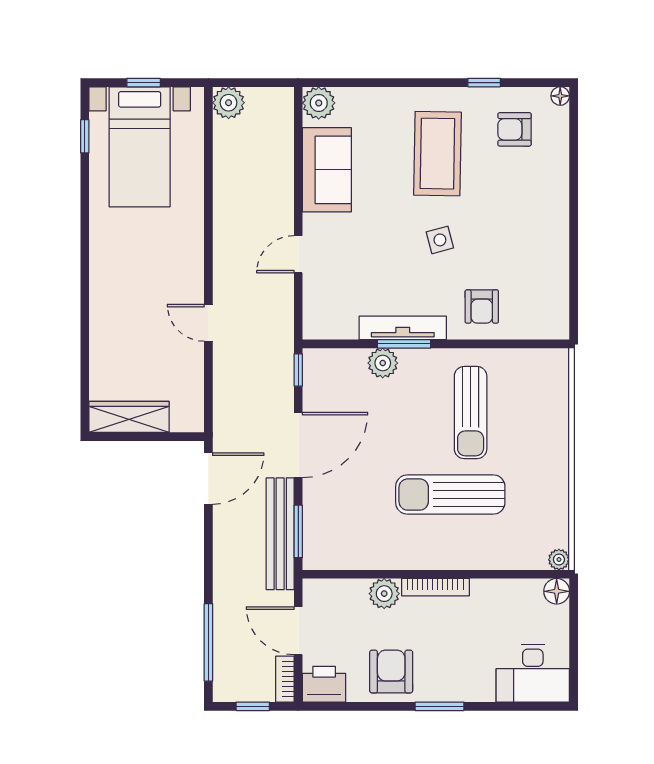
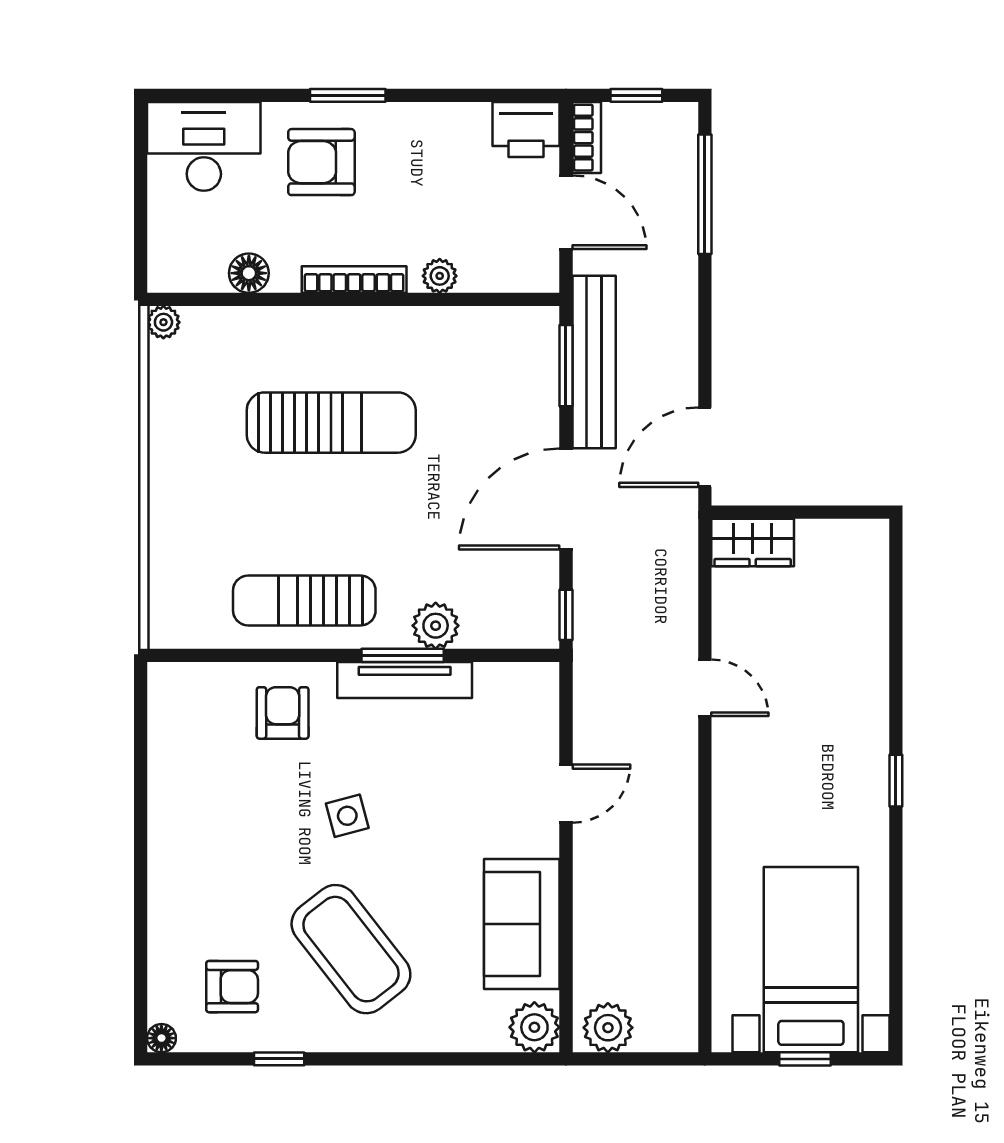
plant: (229, 103) -> (608, 1028), moved
window: (85, 136) -> (896, 781), moved
coffee table: (437, 154) -> (351, 949), turned -39
sun lounger: (471, 413) -> (304, 601), moved, turned -90
wardrobe: (129, 417) -> (753, 542), moved, width x0.67
floor lamp: (557, 591) -> (249, 273), moved
plant: (384, 594) -> (440, 276), width x0.73, depth x0.73
armchair: (391, 672) -> (321, 162), moved, turned 90

